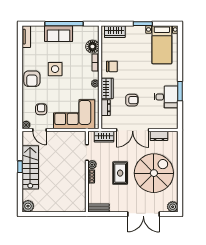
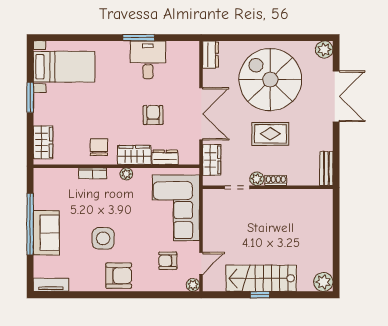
floor lamp: (92, 47) -> (67, 178), removed
dresser: (159, 136) -> (210, 55), moved

